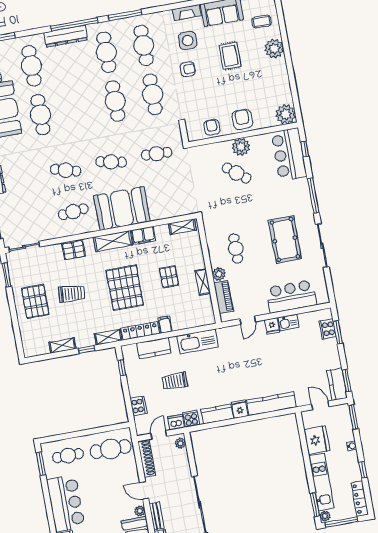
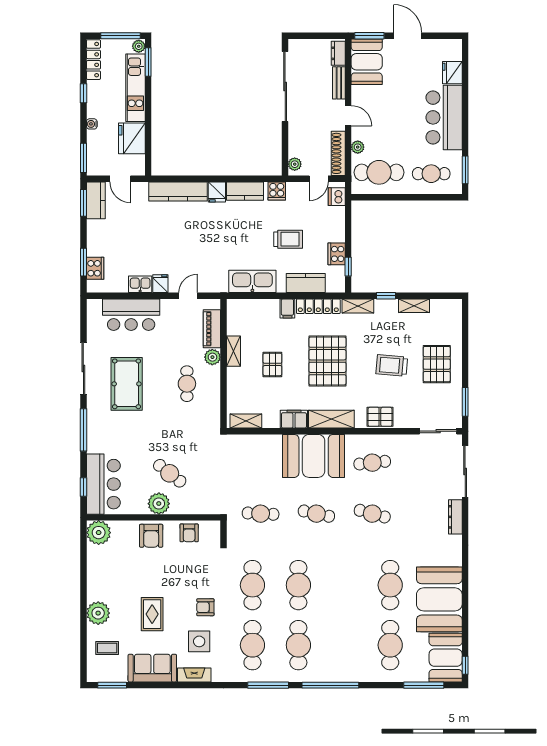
dresser: (66, 36) -> (343, 673), removed
cooker: (138, 406) -> (337, 254), moved
dishwasher: (176, 422) -> (337, 197), moved, turned 90
plant: (140, 511) -> (358, 147), moved

